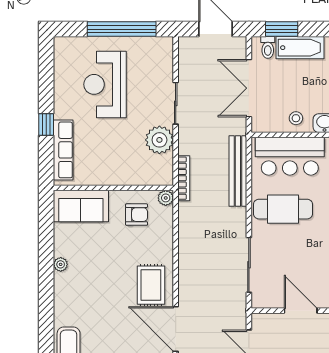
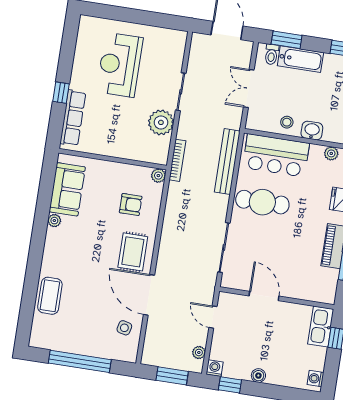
window: (122, 29) -> (142, 17), removed
double door: (249, 88) -> (249, 88), width x0.73
sofa: (81, 206) -> (67, 189), moved, turned -90
armchair: (137, 215) -> (131, 204), moved

